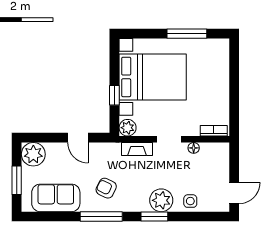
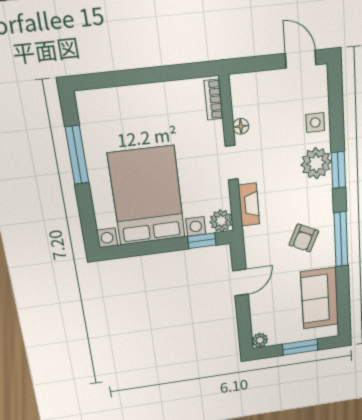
window: (114, 95) -> (202, 241), moved
plant: (33, 154) -> (260, 340), width x0.53, depth x0.53

